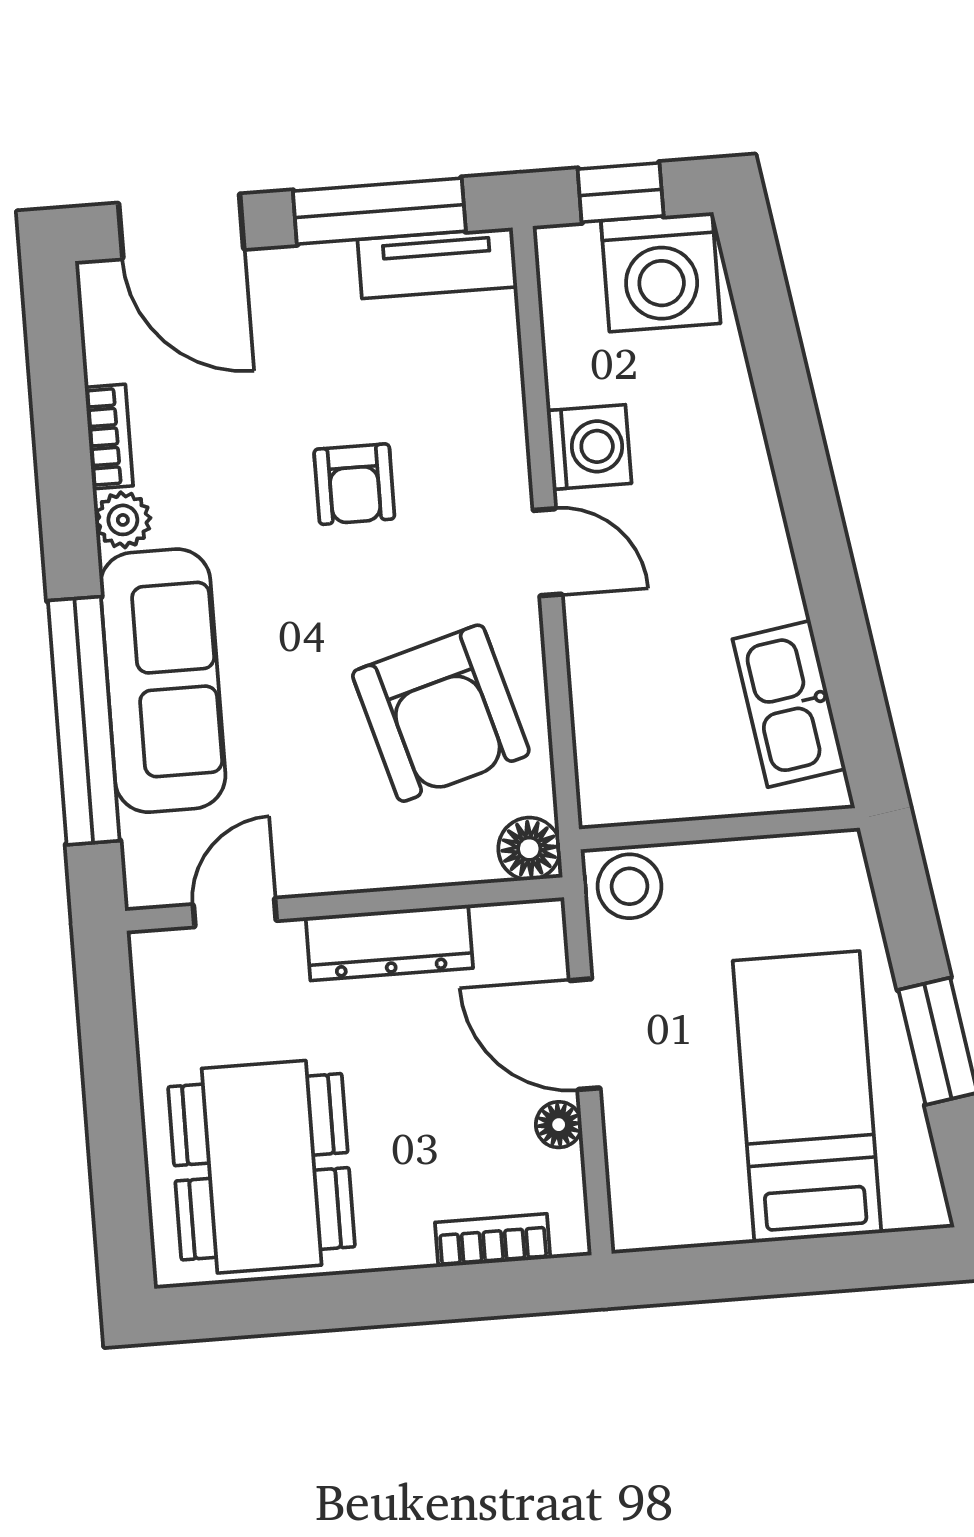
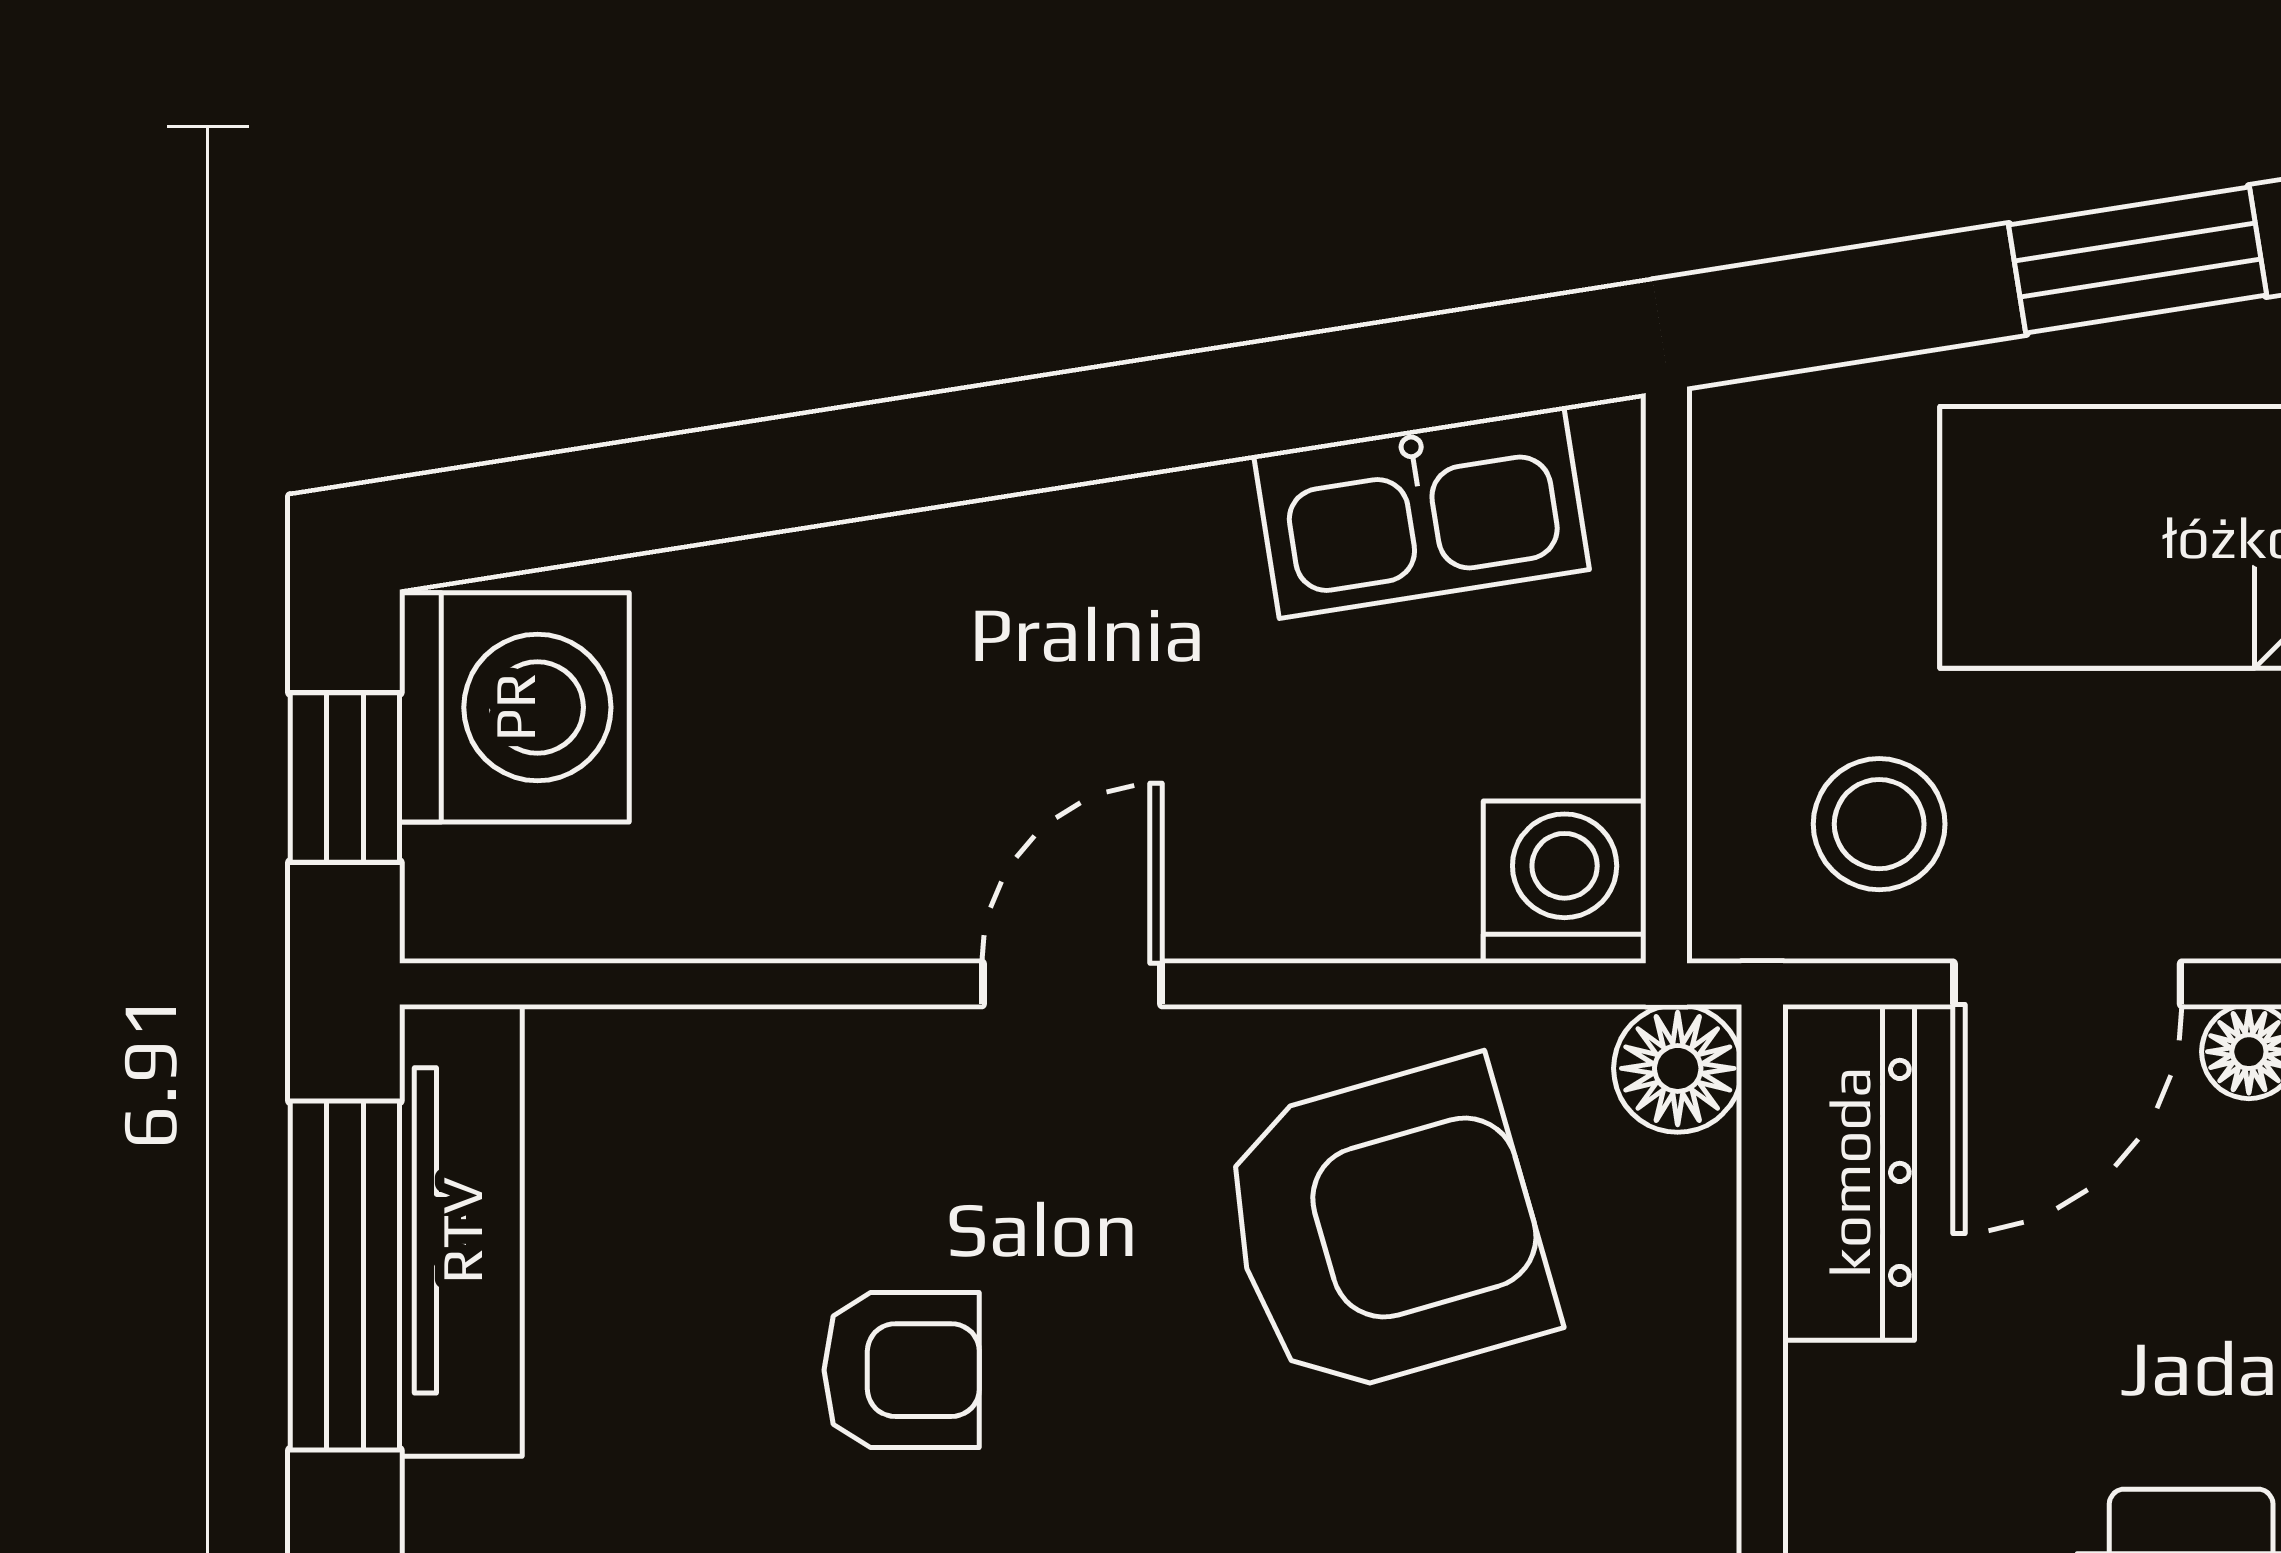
tv unit: (437, 263) -> (461, 1230), width x1.41
washing machine: (589, 447) -> (1565, 882), moved
stool: (630, 886) -> (1879, 824), moved
dresser: (389, 943) -> (1849, 1172), moved

